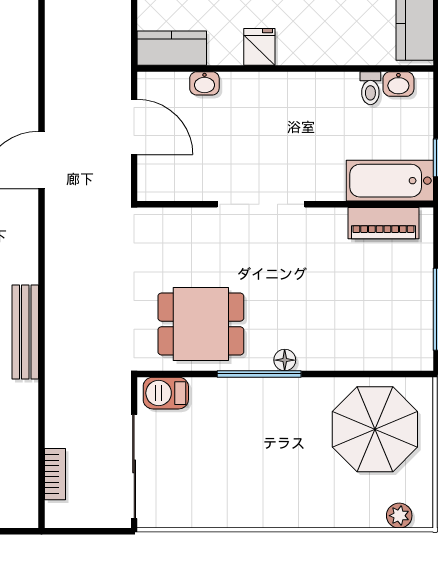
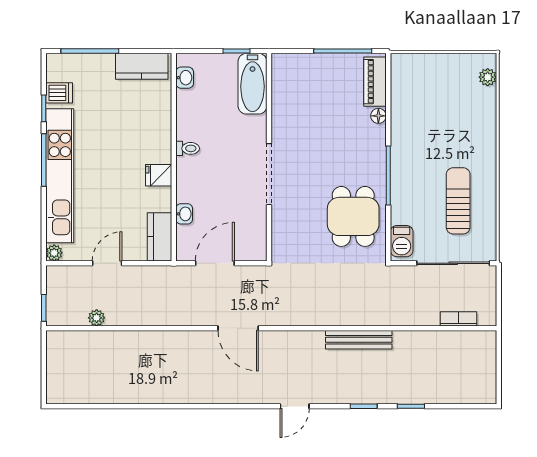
toilet: (370, 88) -> (188, 148), moved
piano: (383, 223) -> (375, 82), moved, turned 180
floor lamp: (285, 360) -> (378, 116), moved
parasol: (375, 429) -> (427, 94), removed
sun lounger: (223, 474) -> (458, 201), added

